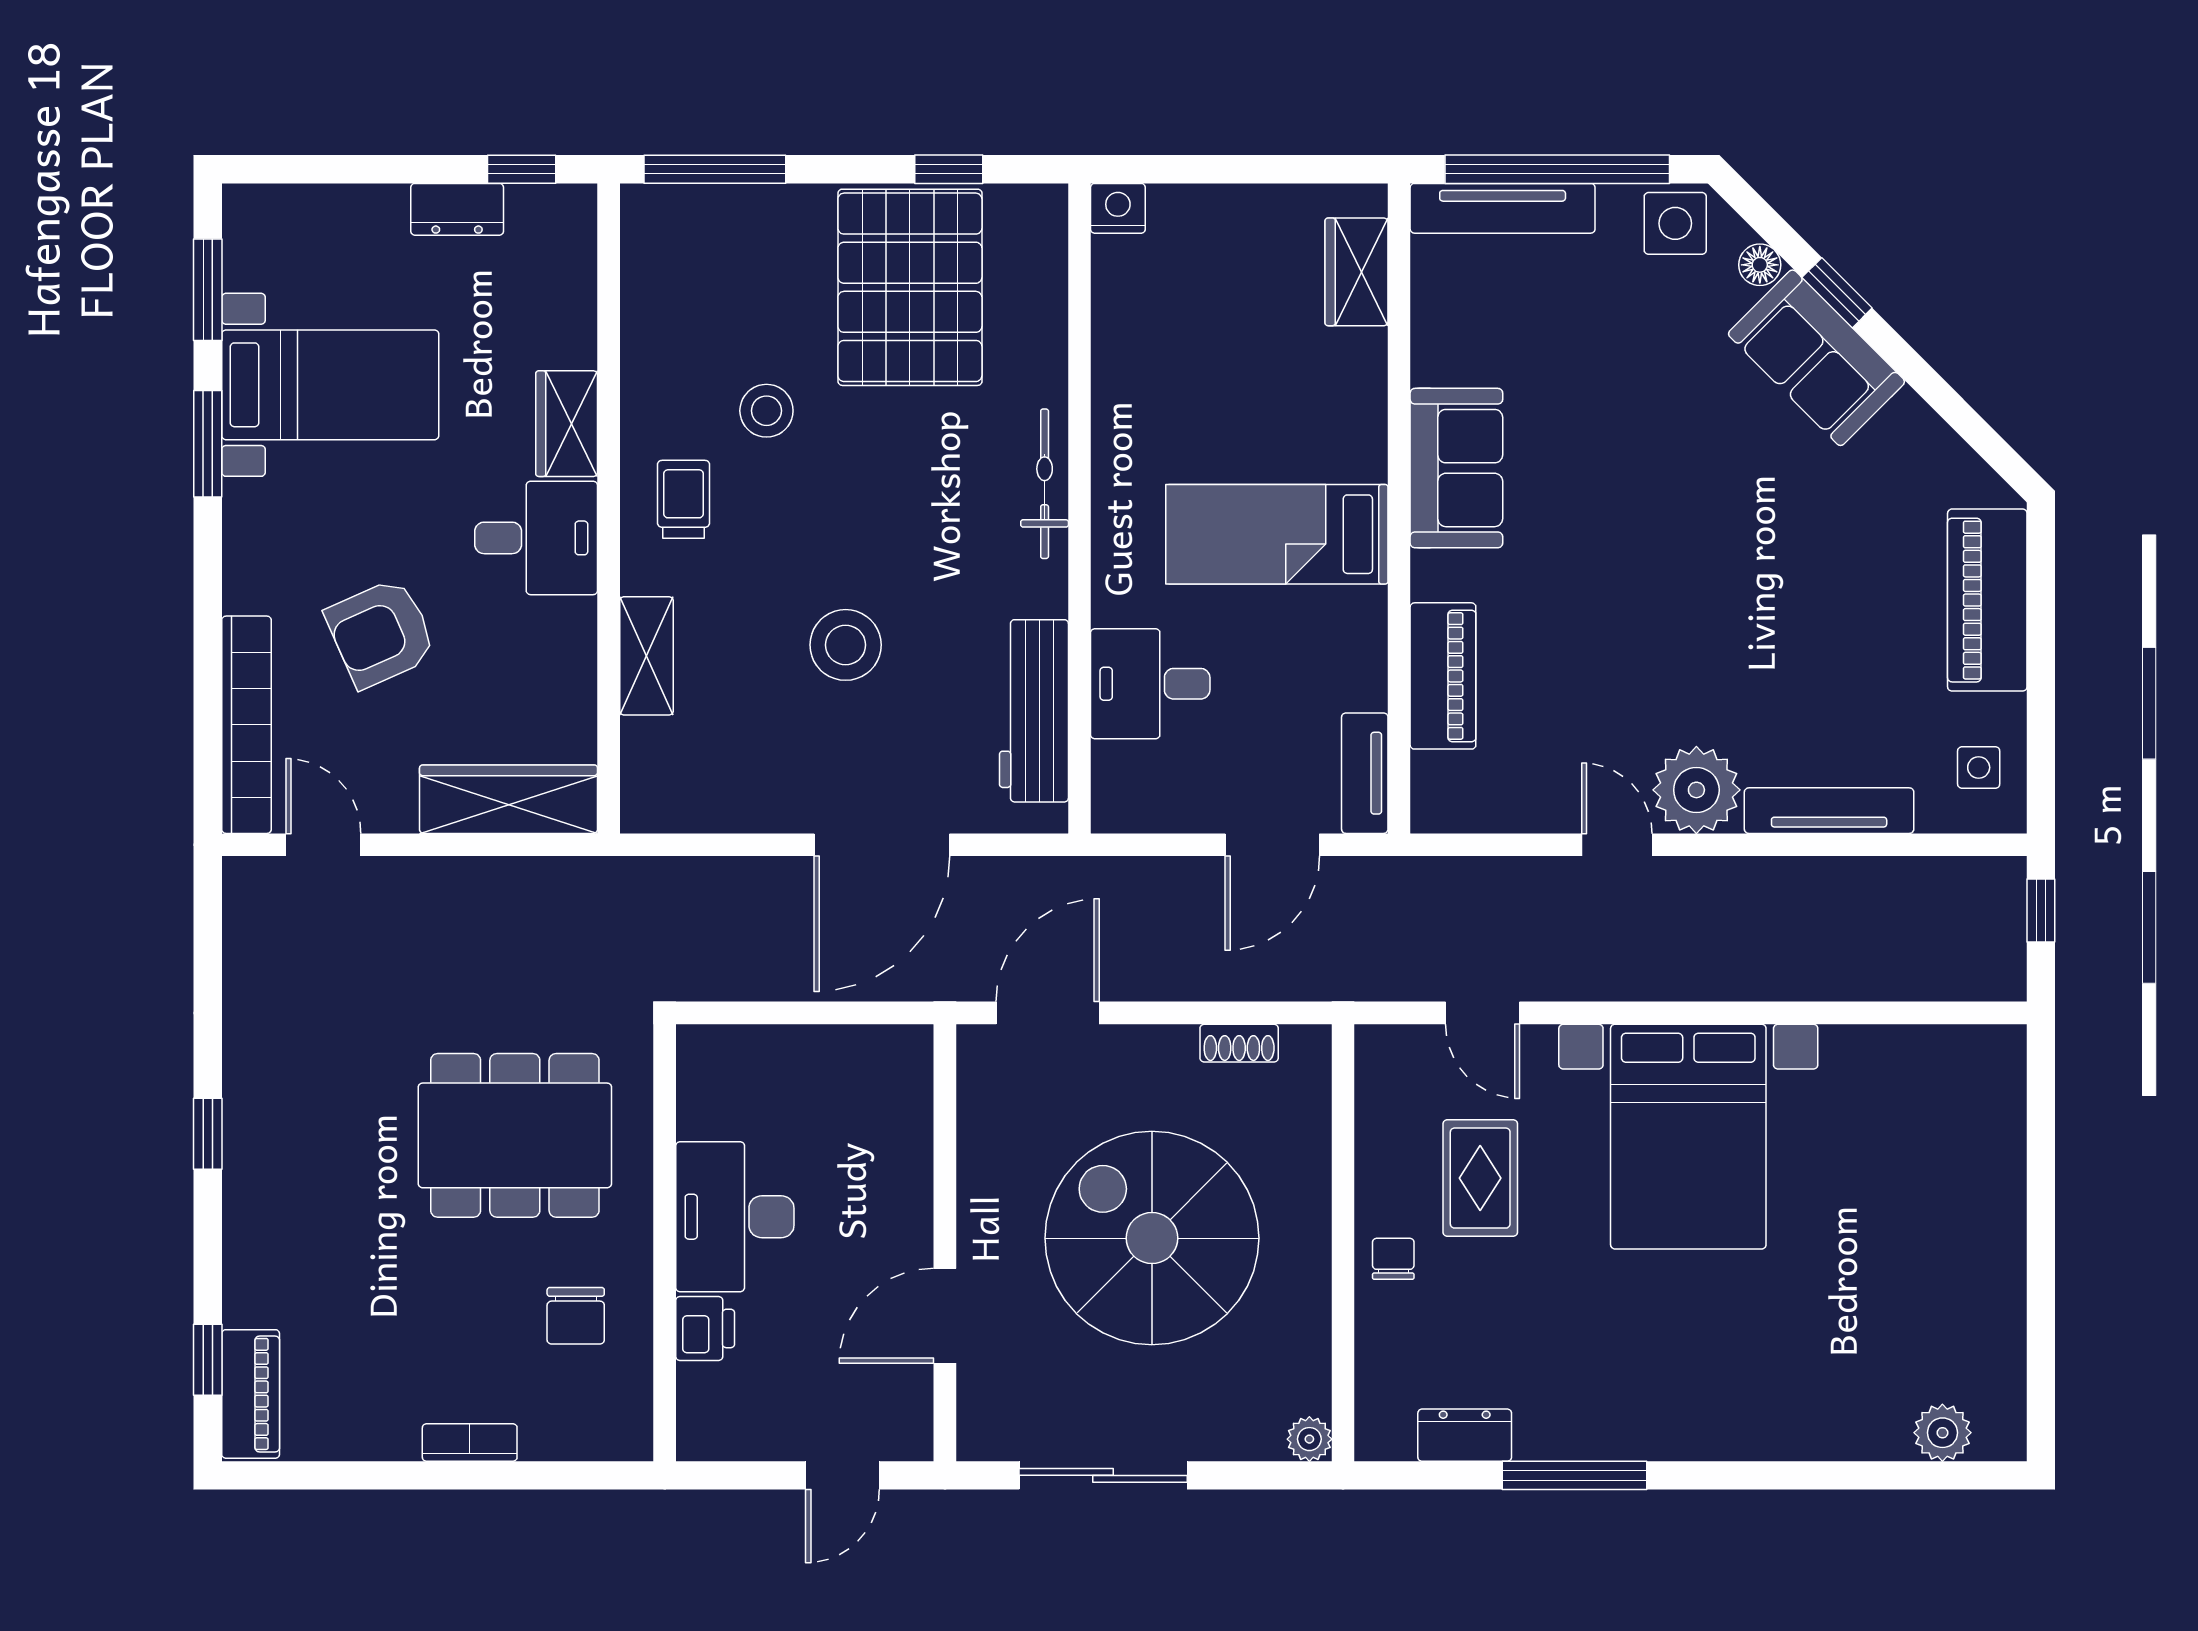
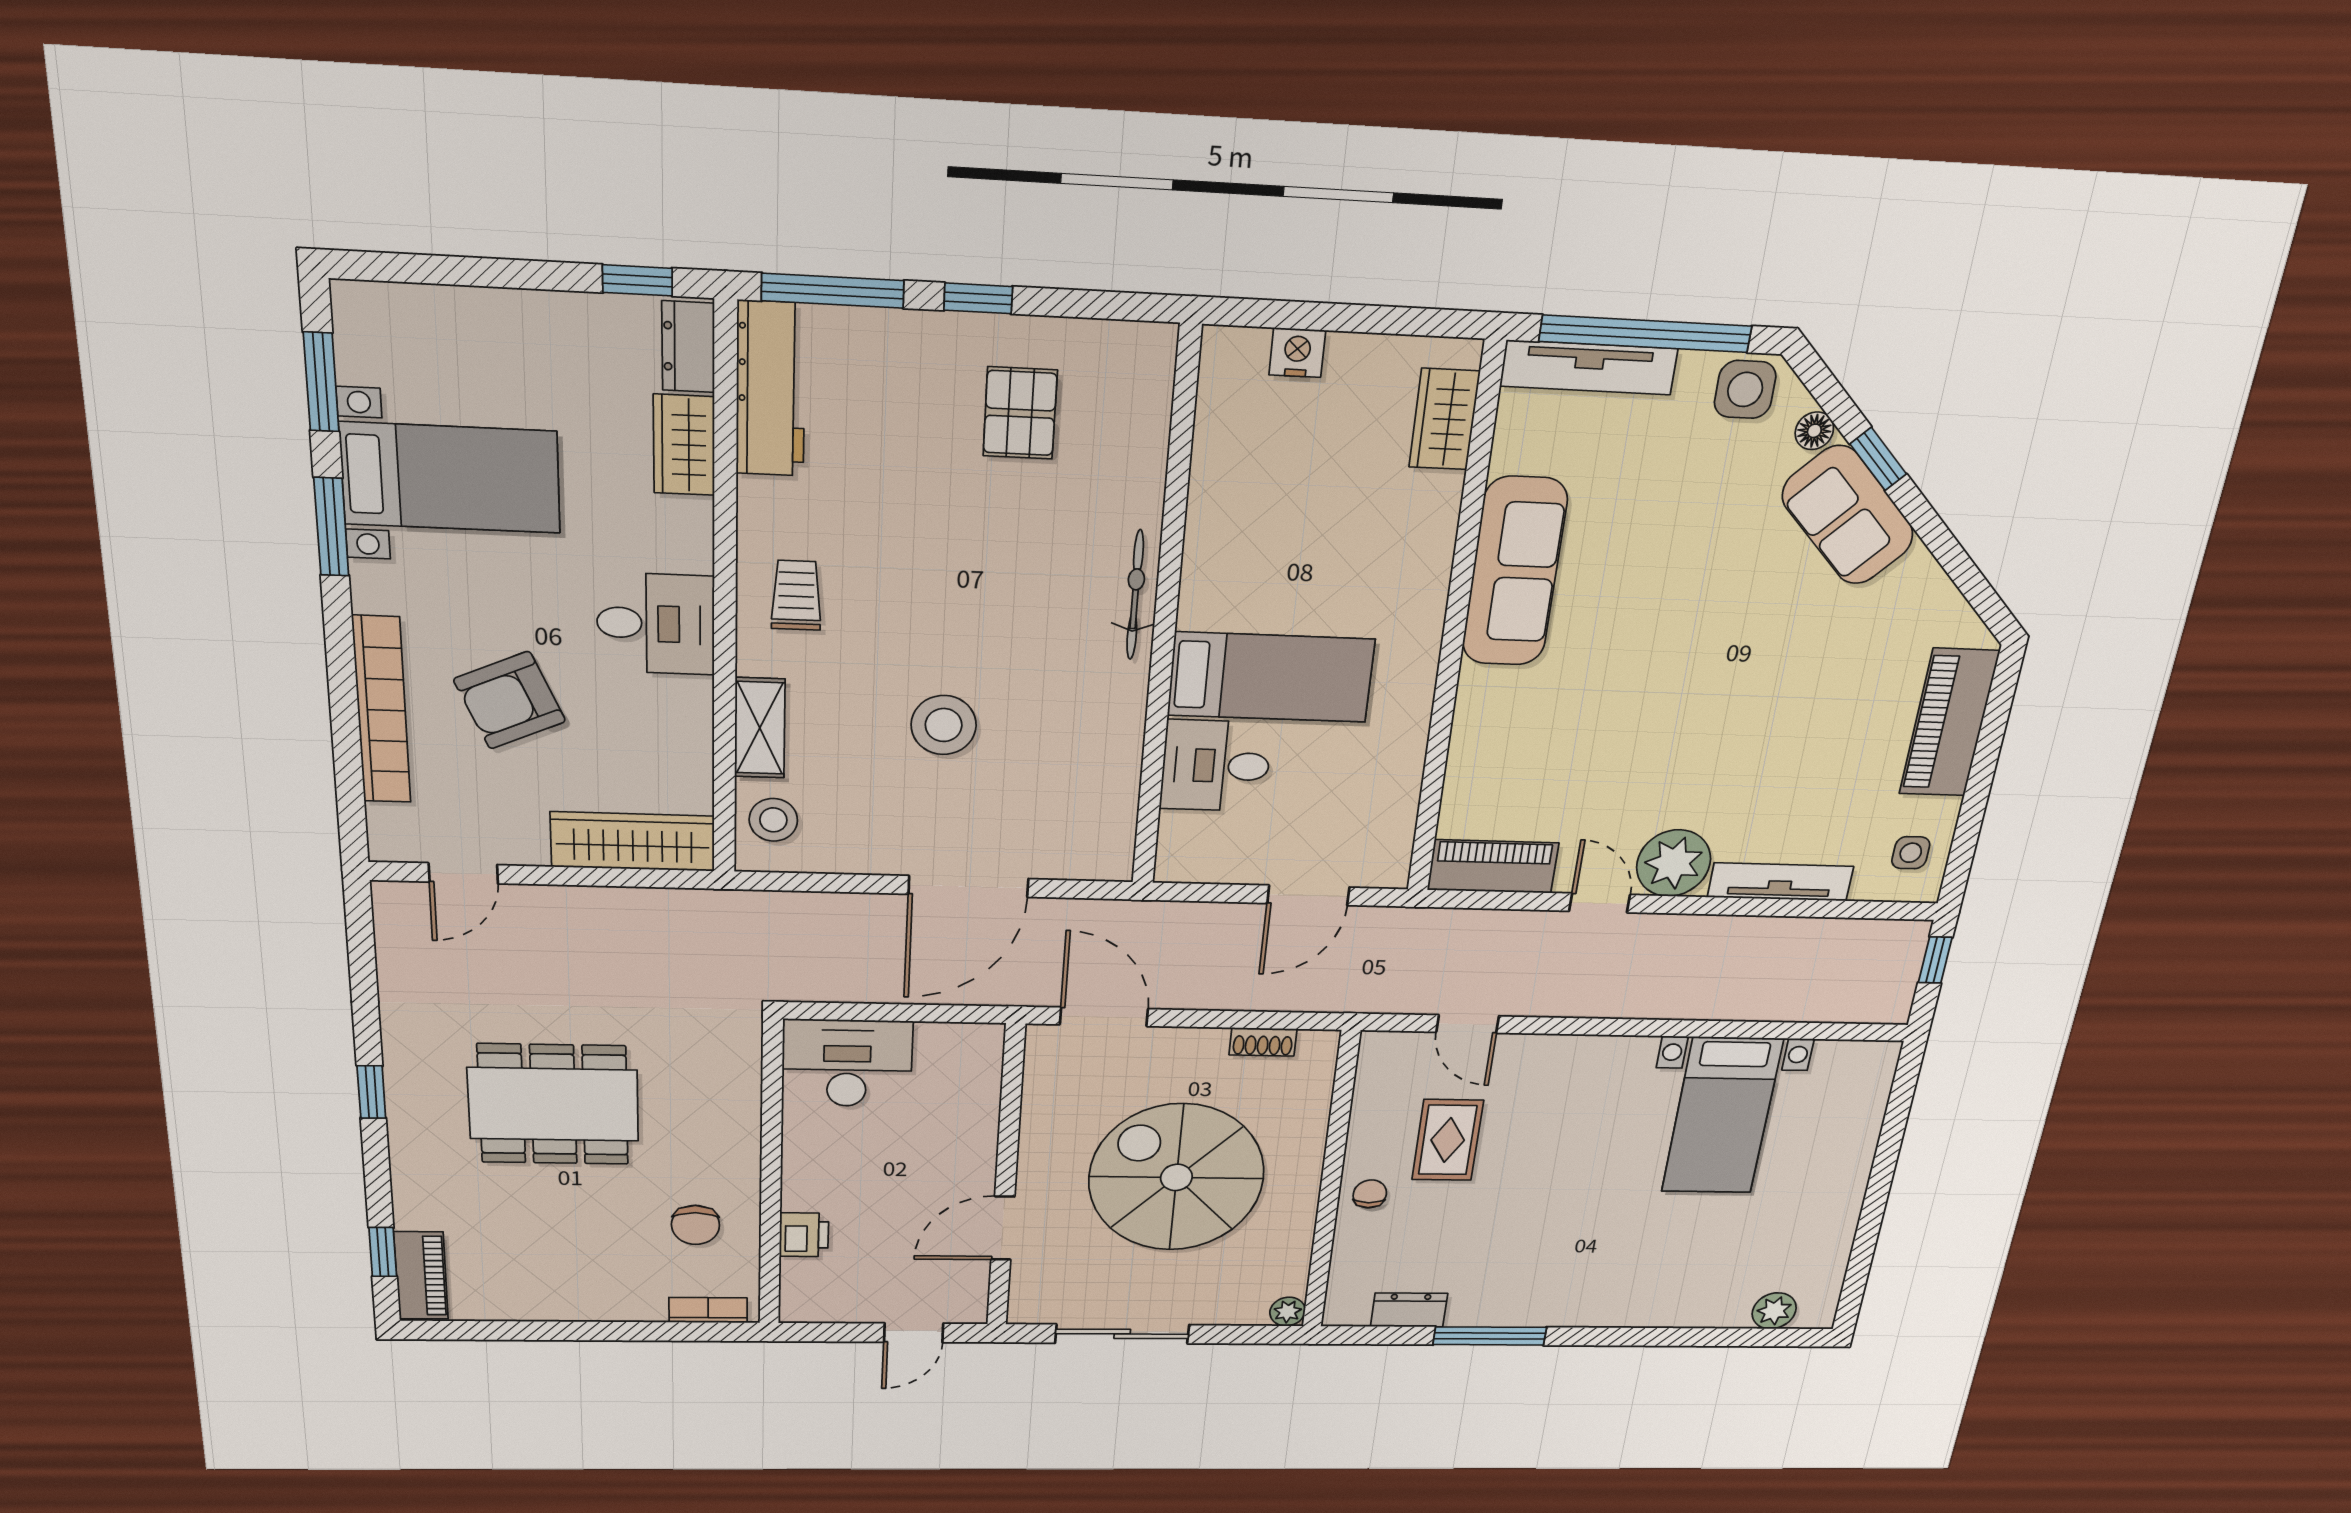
window: (949, 169) -> (978, 298), moved
nightstand: (1118, 208) -> (1297, 353), moved
dresser: (457, 209) -> (688, 347), moved, turned 90
pallet: (910, 287) -> (1020, 413), width x0.49, depth x0.50
stool: (766, 411) -> (773, 820), moved
wardrobe: (567, 424) -> (684, 445), moved
sofa: (1456, 468) -> (1515, 572), width x1.36
bed: (1277, 534) -> (1271, 677), moved, turned 180
piano: (1443, 676) -> (1493, 866), moved, turned -90
workbench: (1034, 711) -> (771, 389), moved, turned 180
bookcase: (246, 725) -> (382, 710), moved
tv unit: (1365, 773) -> (1395, 842), removed
door: (323, 845) -> (463, 873), swing flipped
door: (1048, 1013) -> (1104, 1017), hinge flipped
dining table: (515, 1135) -> (553, 1104), moved
bed with nightstands: (1688, 1137) -> (1722, 1116), moved, width x0.73
desk: (735, 1217) -> (847, 1063), moved, turned 90
bookcase: (470, 1443) -> (708, 1310), moved

